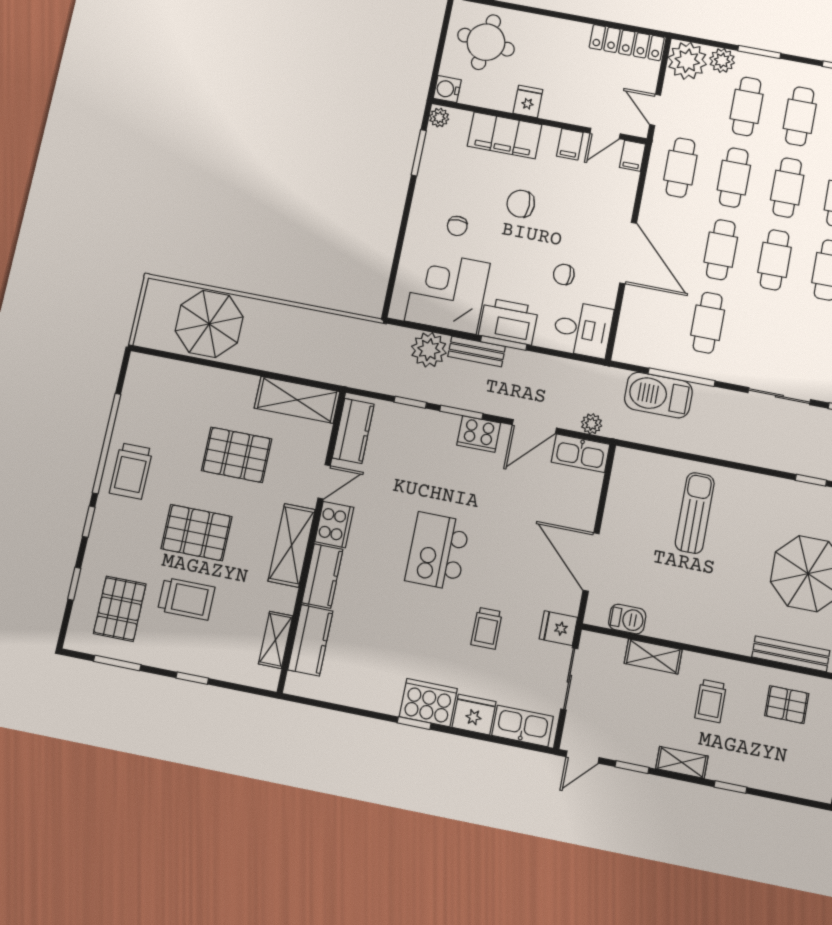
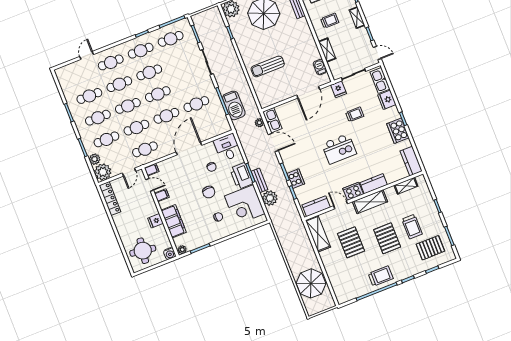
chair: (521, 204) -> (209, 192), moved
cooker: (479, 434) -> (296, 179), moved
trolley: (186, 599) -> (412, 227), turned 180
kitchen counter: (310, 640) -> (411, 161), moved, turned -90
cooker: (428, 703) -> (398, 131), moved

